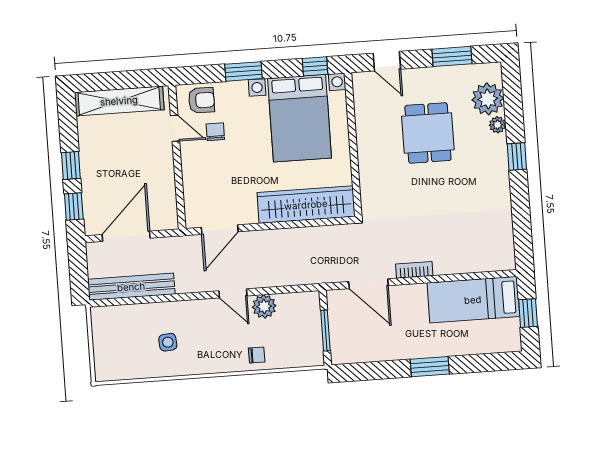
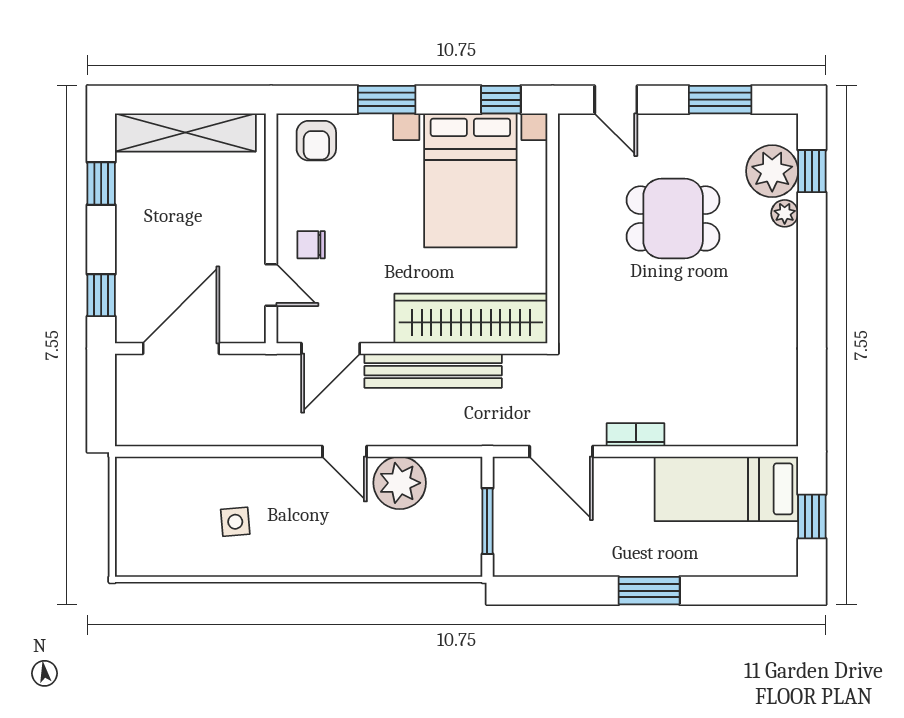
armchair: (201, 100) -> (316, 141), turned 90
door: (175, 128) -> (271, 285), moved
chair: (215, 132) -> (311, 245), moved, turned -90
dining table: (428, 133) -> (673, 218), turned 90
window: (517, 157) -> (812, 171), moved
window: (71, 166) -> (101, 183), moved
bench: (131, 287) -> (433, 371), moved
plant: (264, 306) -> (400, 483), width x1.36, depth x1.36
chair: (257, 355) -> (375, 552), removed

